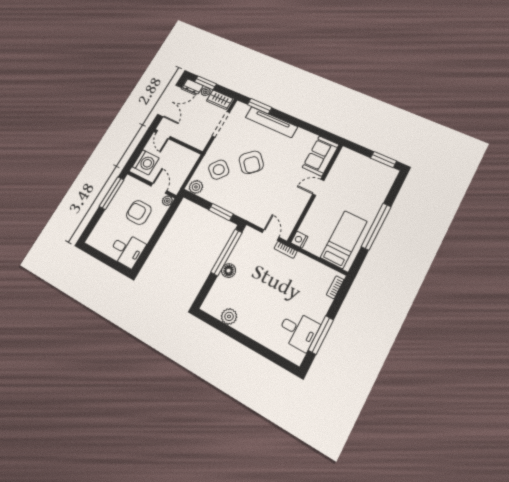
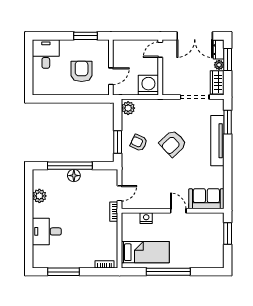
window: (383, 160) -> (228, 233), moved
washing machine: (146, 162) -> (148, 85), moved, turned 180
side table: (219, 170) -> (153, 119), removed
window: (112, 193) -> (86, 36), width x0.69
armchair: (233, 193) -> (139, 143), added
plant: (167, 201) -> (104, 90), removed
nightstand: (299, 240) -> (146, 218), moved
desk: (127, 250) -> (46, 54), moved, turned 180
window: (226, 252) -> (70, 166), moved
desk: (298, 331) -> (47, 231), moved, turned 90

